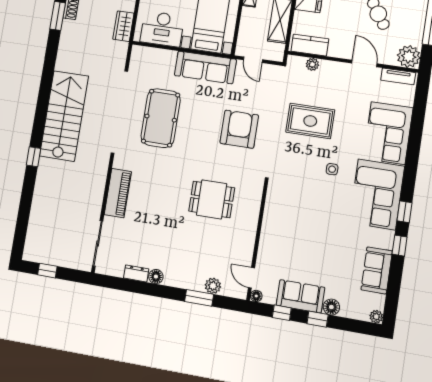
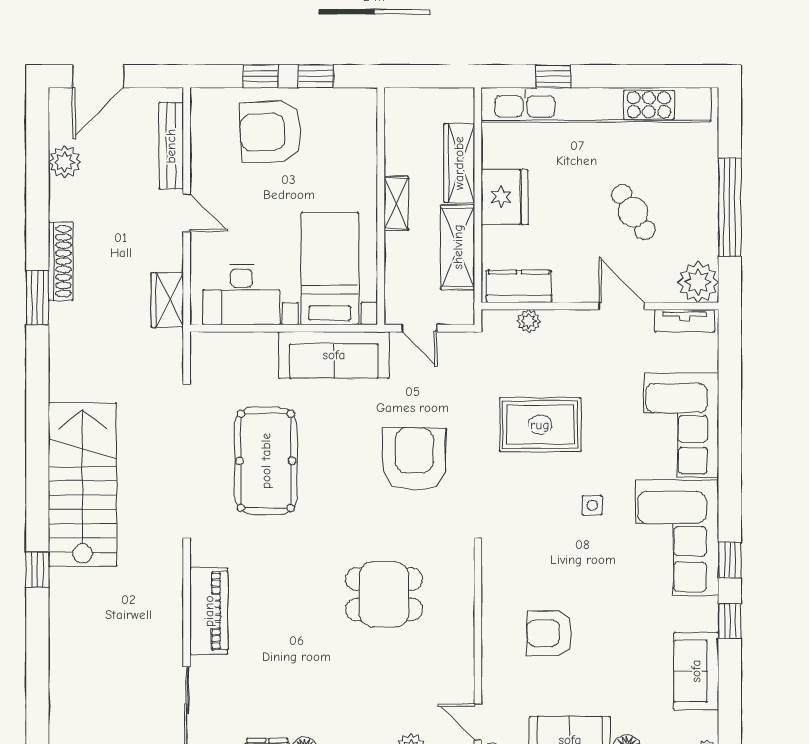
armchair: (298, 236) -> (549, 633), added

